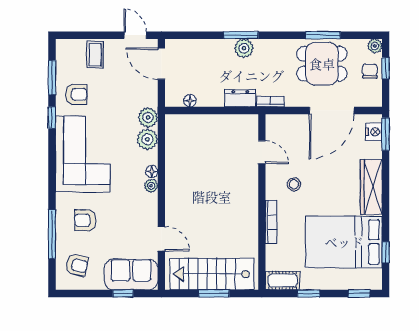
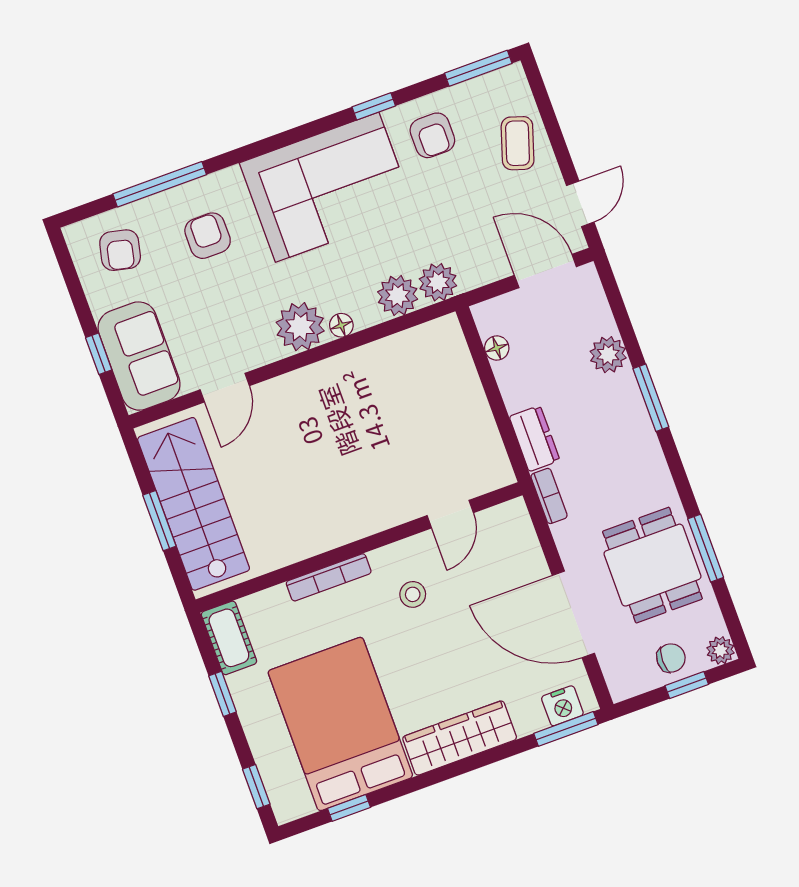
plant: (244, 48) -> (608, 355), moved
coffee table: (95, 55) -> (518, 143), turned -72
door: (161, 64) -> (545, 271), hinge flipped
window: (52, 78) -> (478, 68), moved
plant: (151, 186) -> (300, 327), width x1.88, depth x1.88

